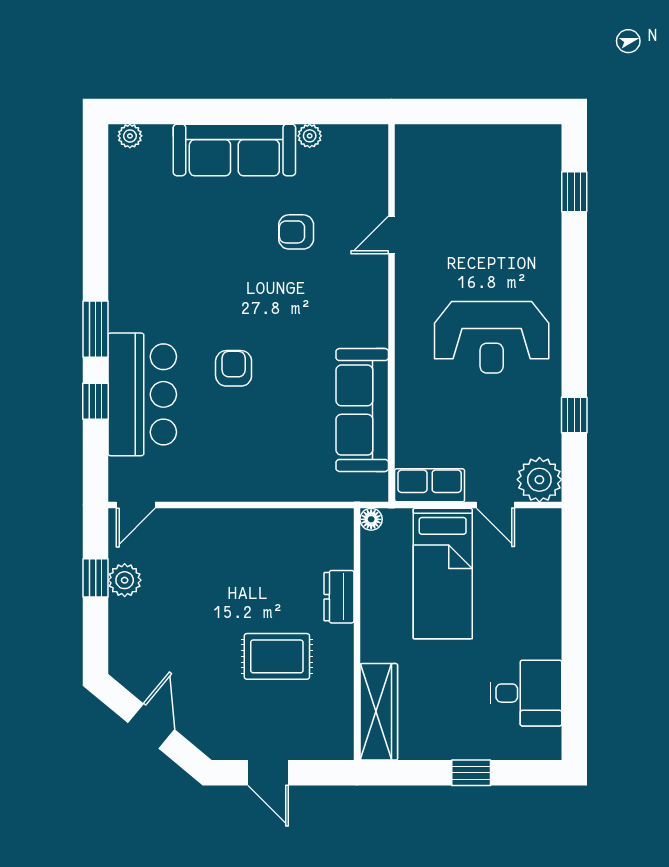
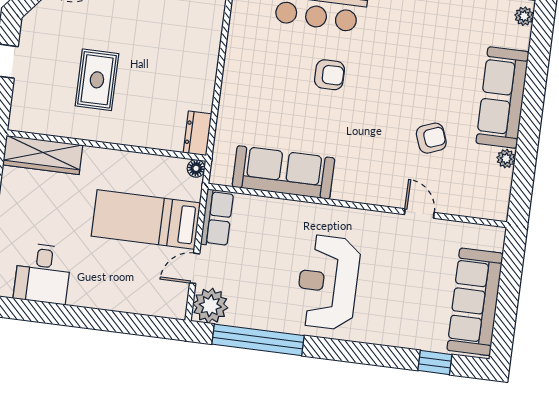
sofa: (492, 152) -> (475, 302), added
armchair: (296, 232) -> (431, 138), turned 69
window: (574, 415) -> (258, 340), width x3.17
dresser: (339, 597) -> (197, 133), moved, turned -90

